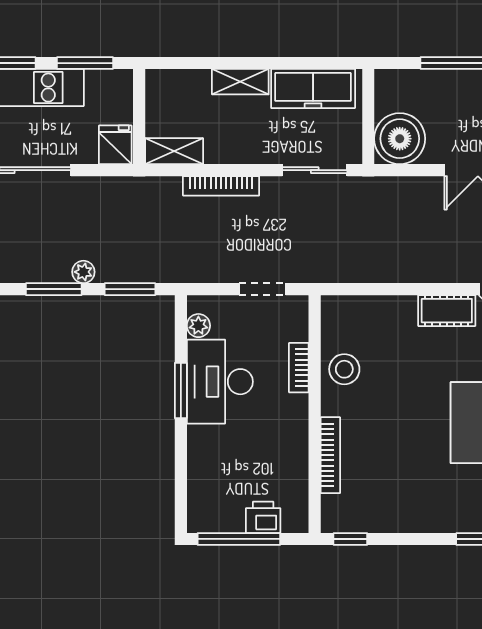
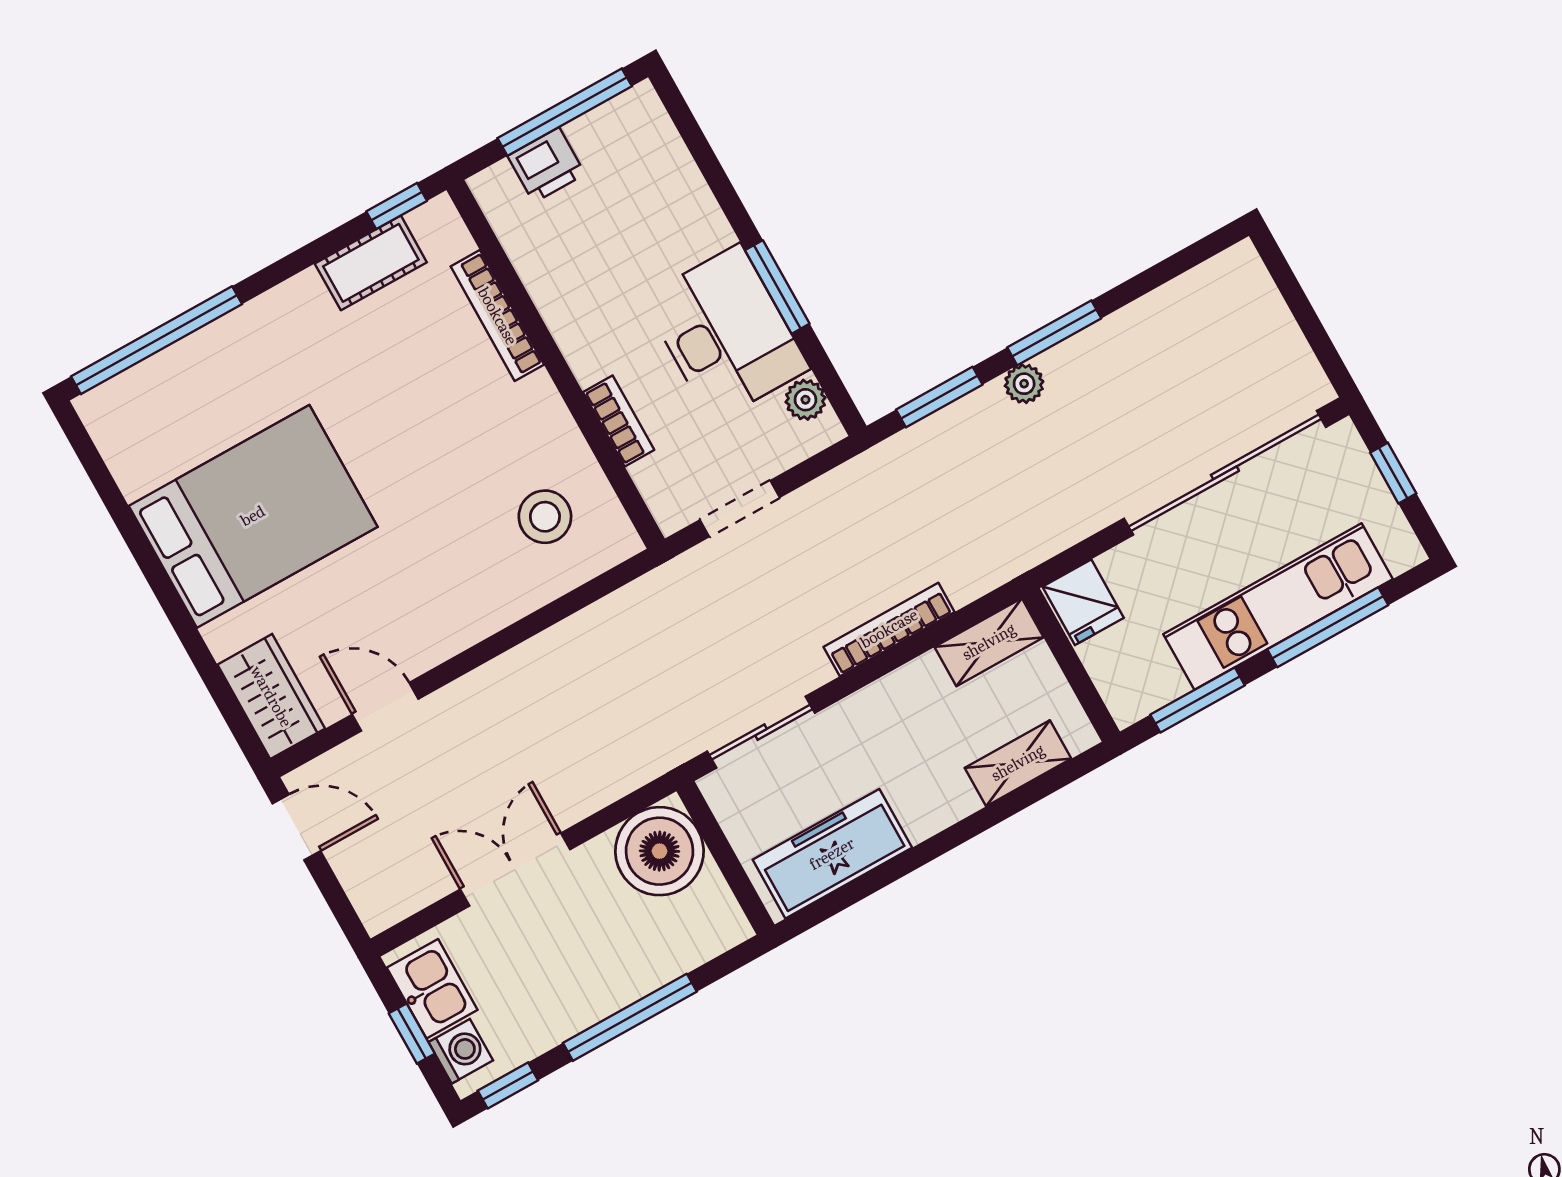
shelving: (240, 82) -> (1018, 763), moved
cot: (447, 311) -> (371, 263), moved
stool: (344, 369) -> (545, 517), moved

